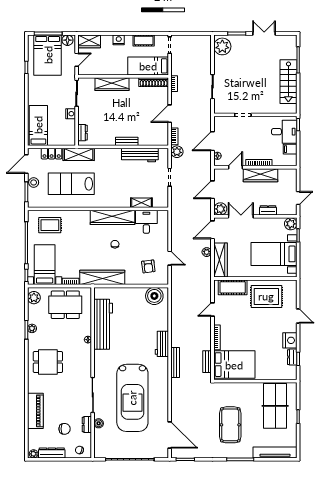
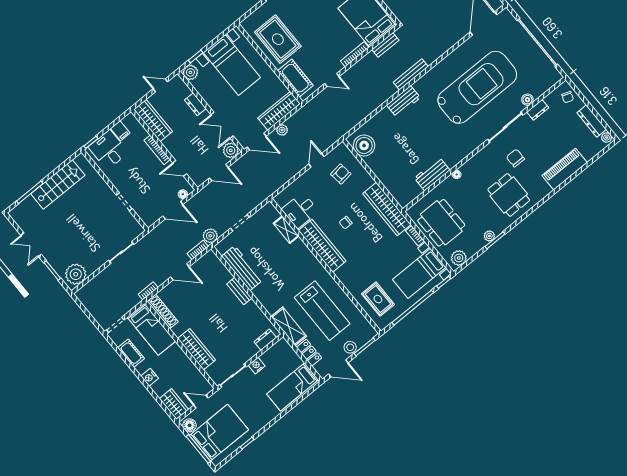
wardrobe: (260, 175) -> (153, 120), moved
workbench: (103, 324) -> (432, 174), width x0.53, depth x0.76
chair: (65, 429) -> (515, 158), moved

